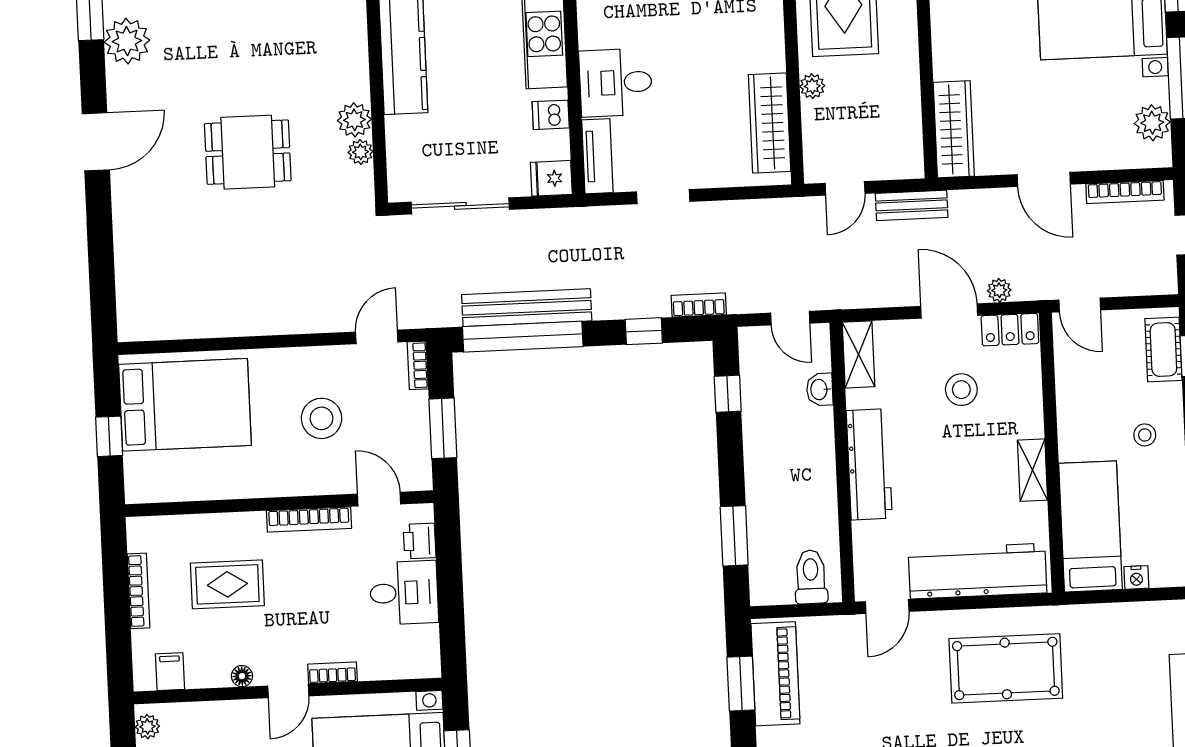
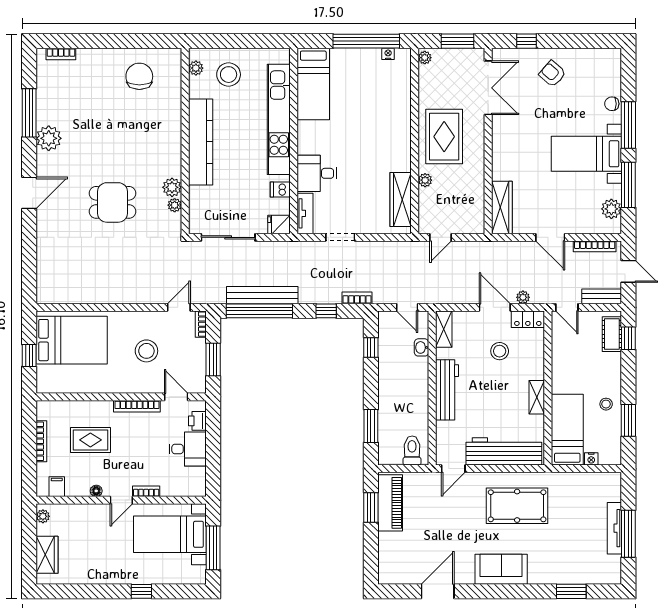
bench: (912, 205) -> (602, 296), moved
stool: (1145, 435) -> (606, 404), moved

